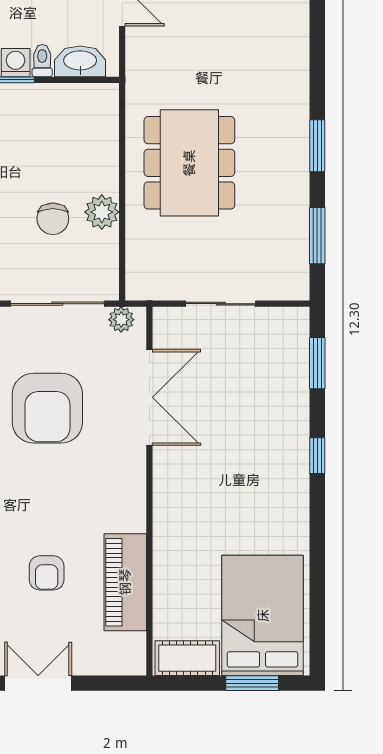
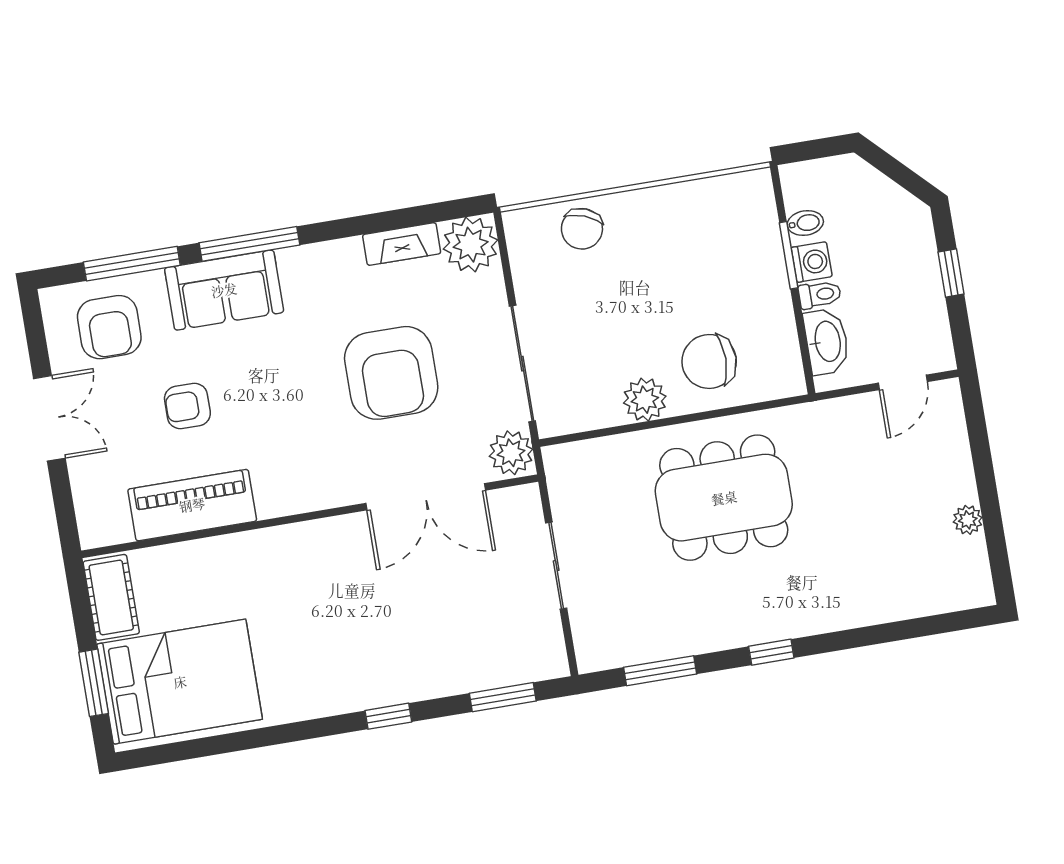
window: (317, 146) -> (771, 652), width x0.67
chair: (53, 219) -> (709, 361), moved, width x1.37, depth x1.37
plant: (121, 320) -> (511, 453), width x1.38, depth x1.38
armchair: (47, 408) -> (391, 373), turned -90

